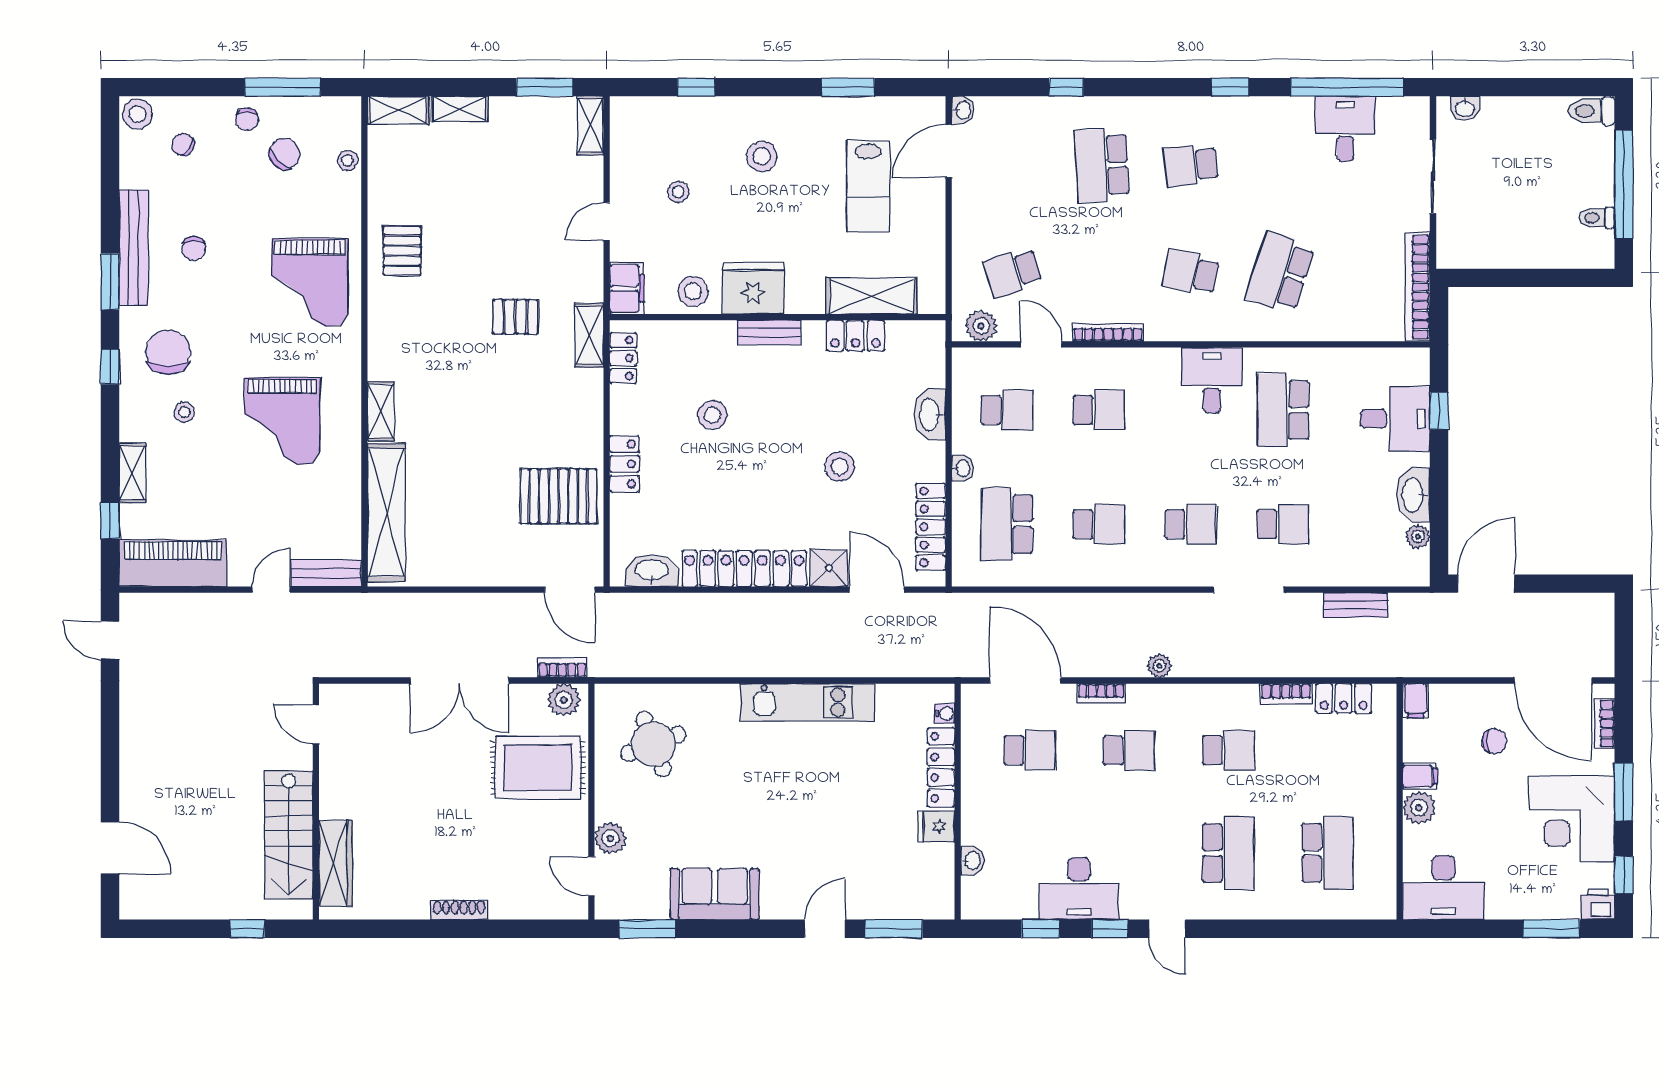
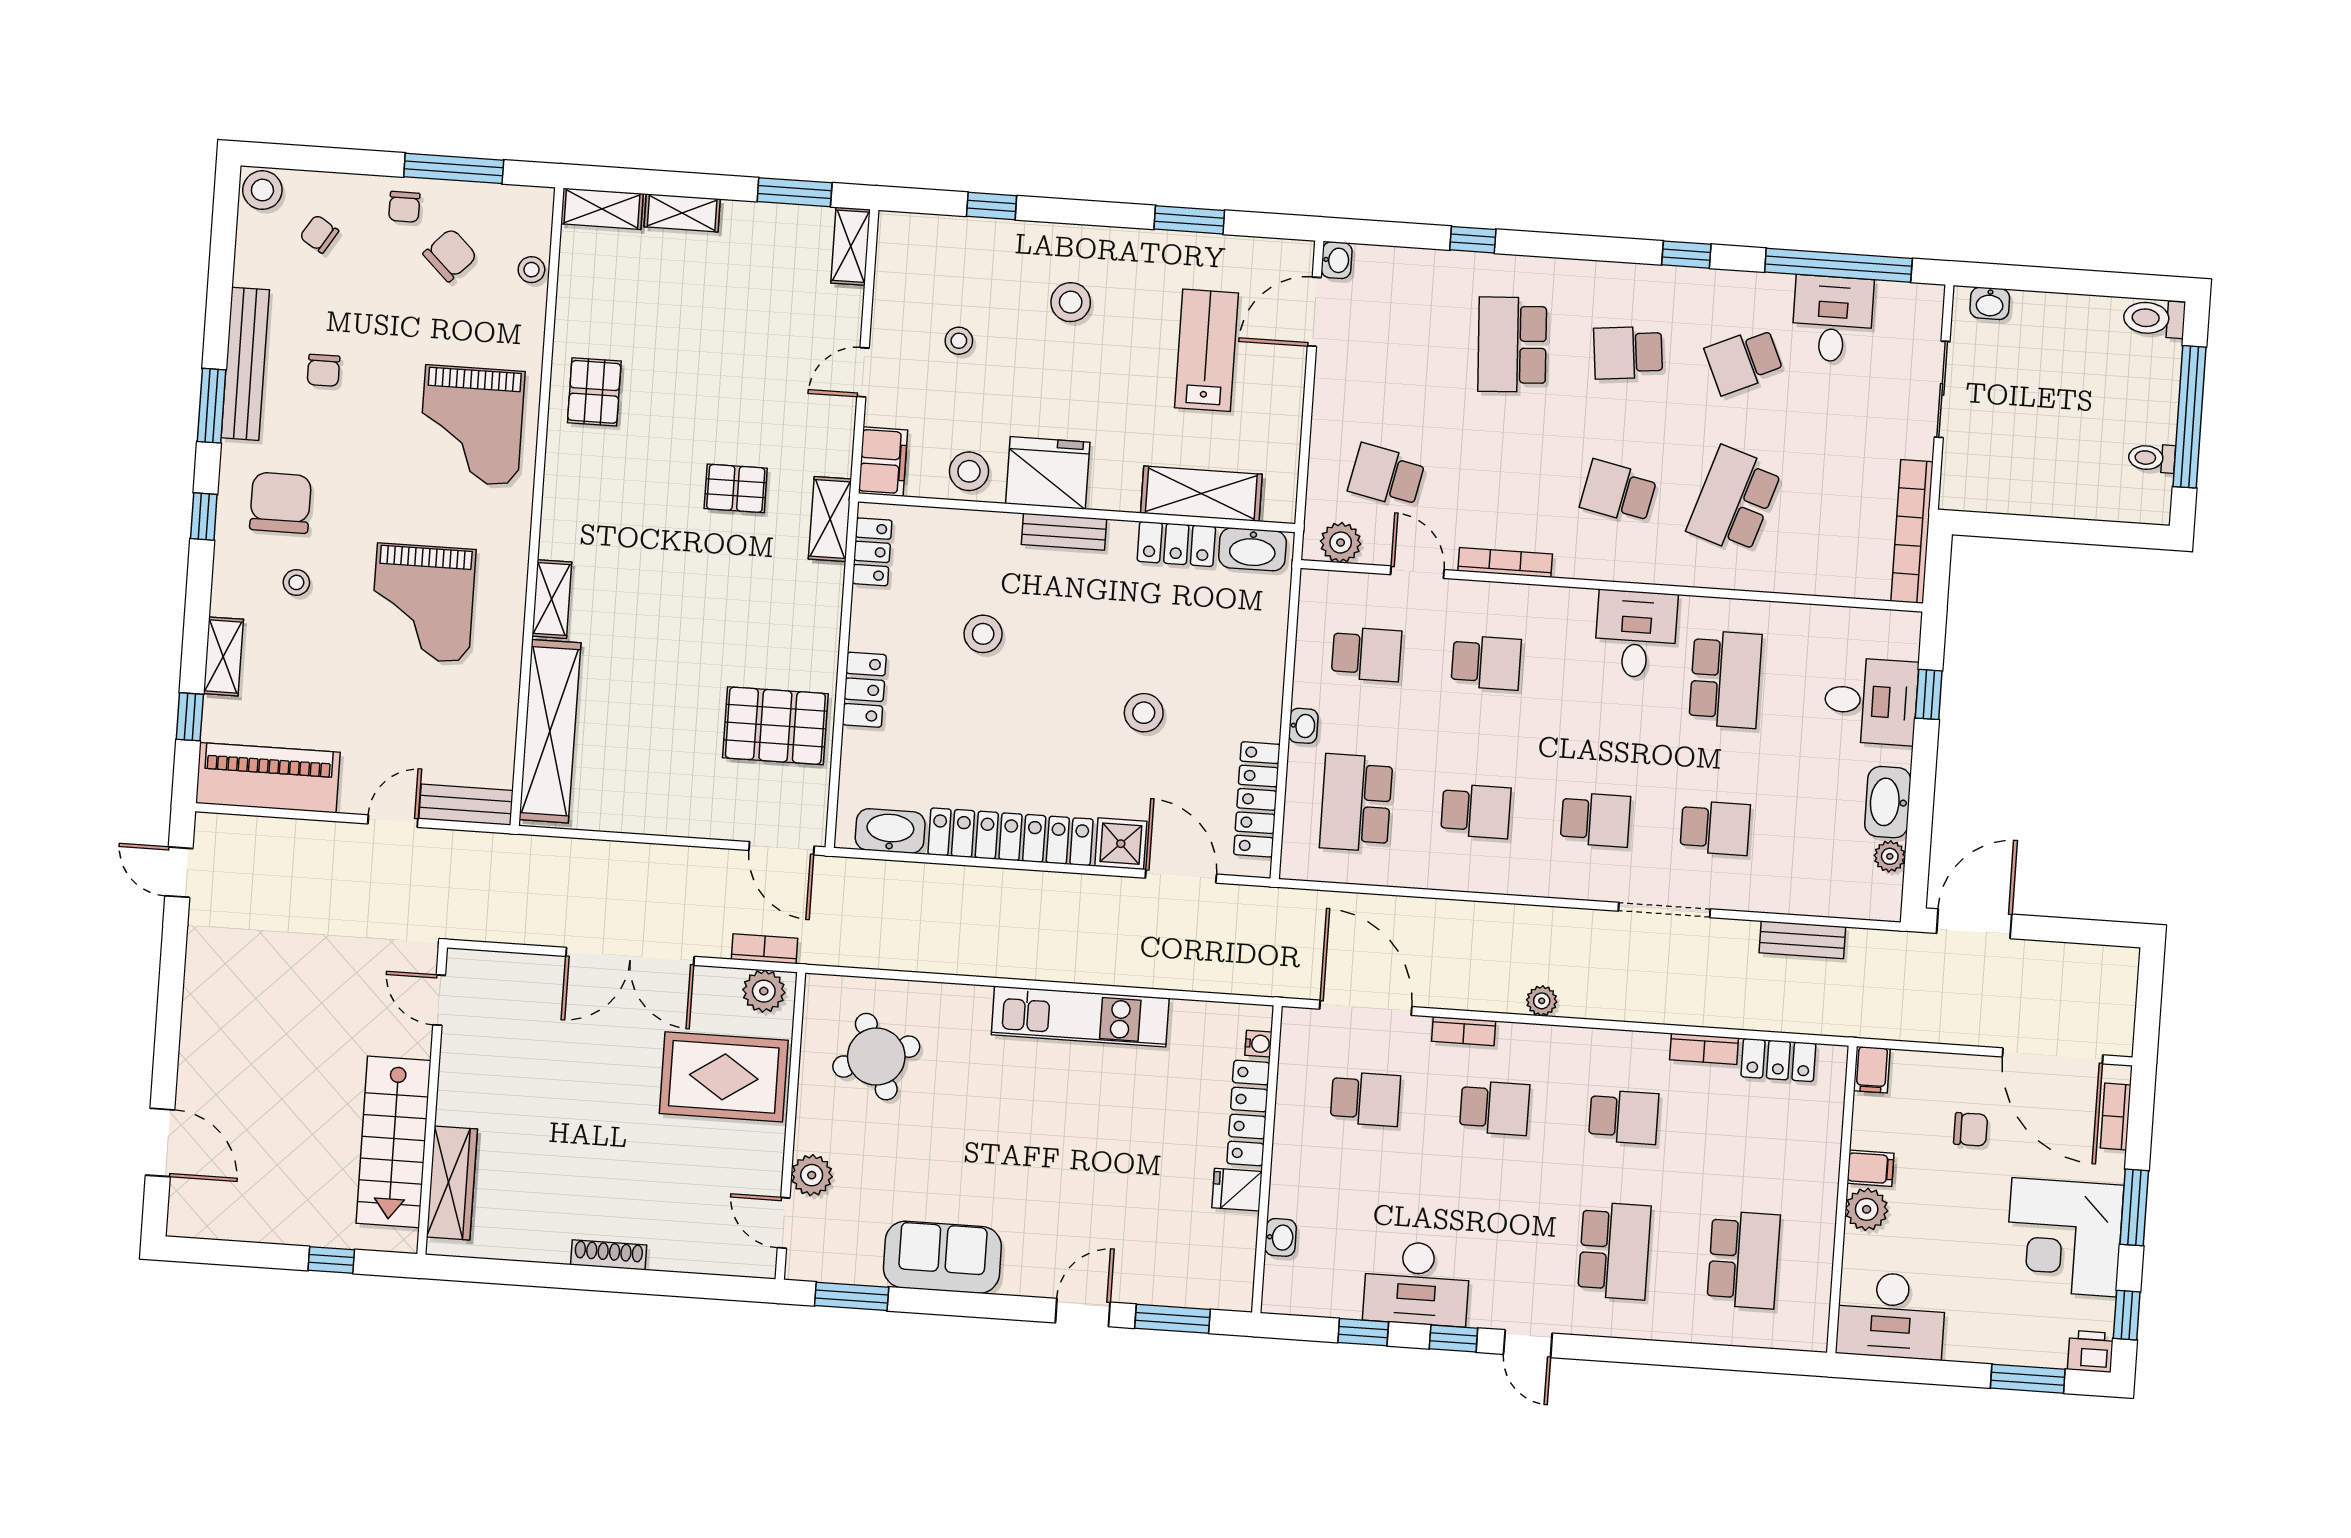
school desk: (1280, 165) -> (1744, 361), added
lab bench: (868, 186) -> (1207, 350), turned 180
school desk: (1013, 272) -> (1387, 476), turned 30
school desk: (1283, 410) -> (1725, 679), turned 180
washbasin: (930, 414) -> (1252, 549), moved, turned -90

